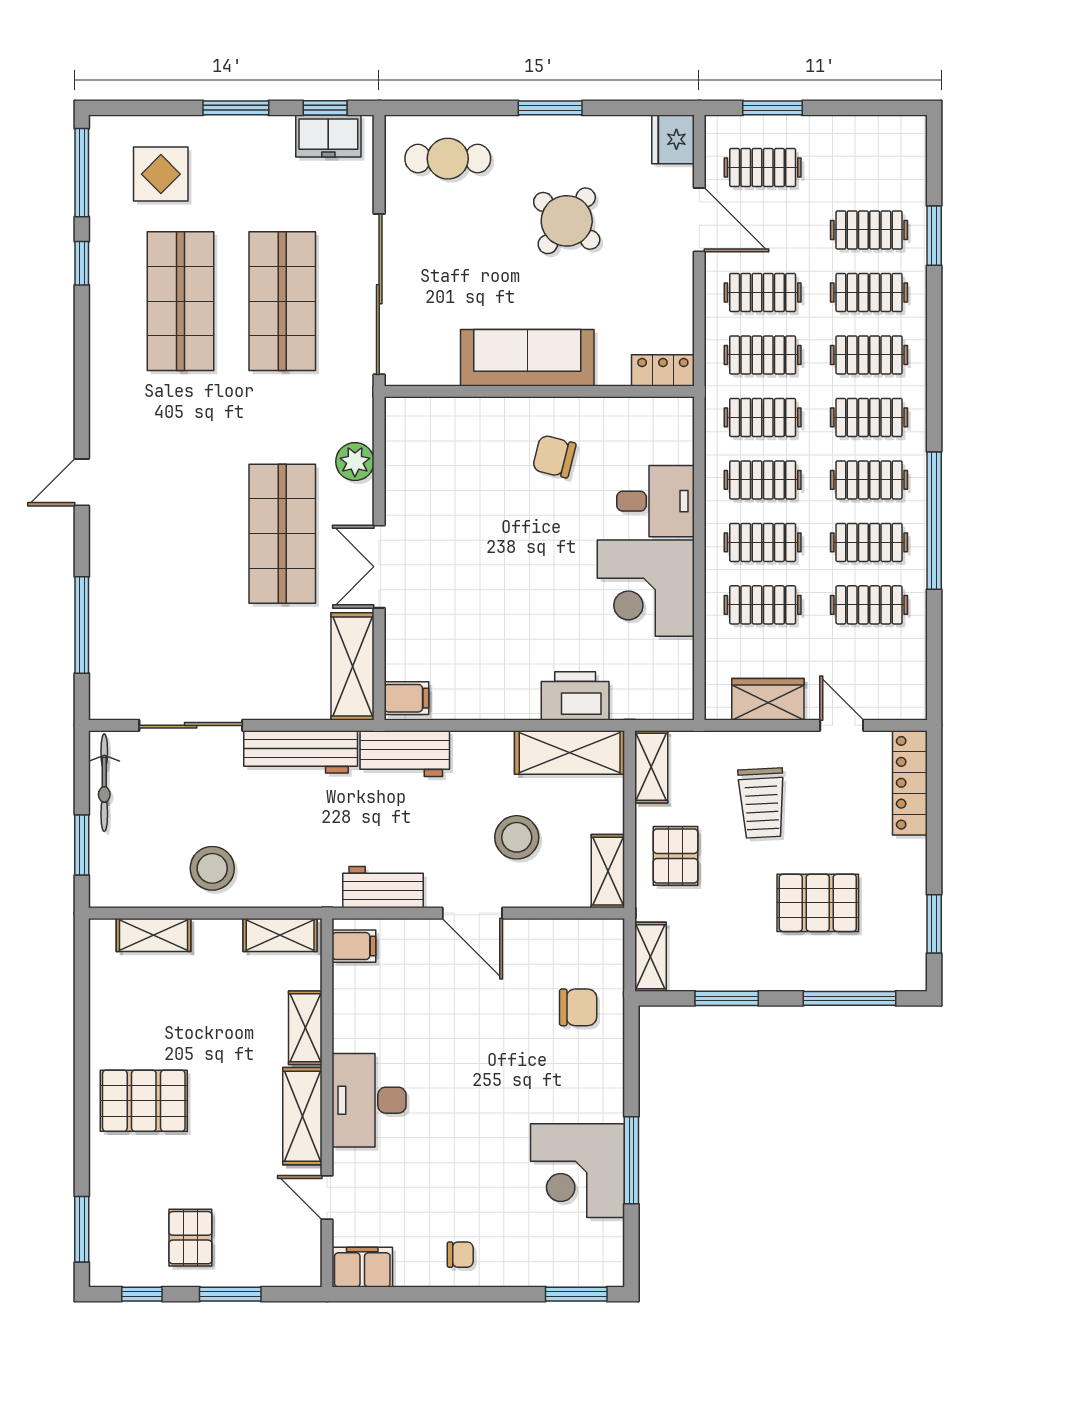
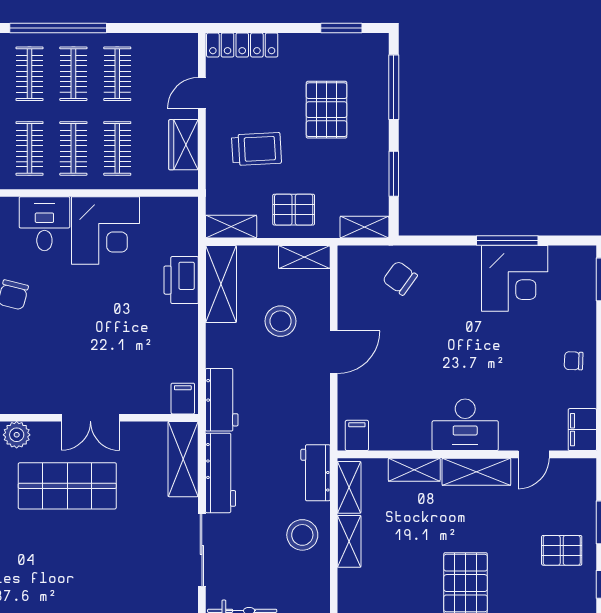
shelving: (353, 666) -> (183, 459), moved, turned 90
workbench: (383, 887) -> (316, 473), moved
shelving: (154, 935) -> (349, 541), moved
chair: (578, 1007) -> (400, 278), turned -54
chair: (460, 1255) -> (574, 361), turned -88

